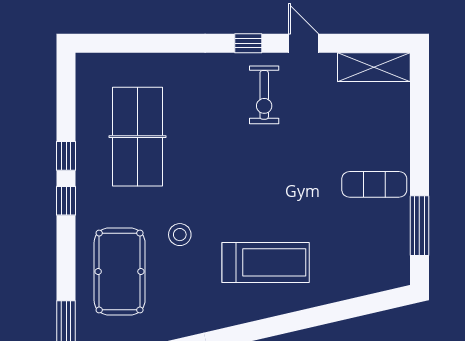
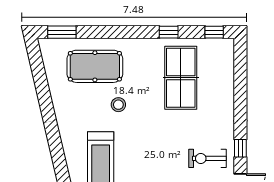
table tennis table: (138, 137) -> (181, 78), turned 90
window: (66, 201) -> (214, 32), moved

